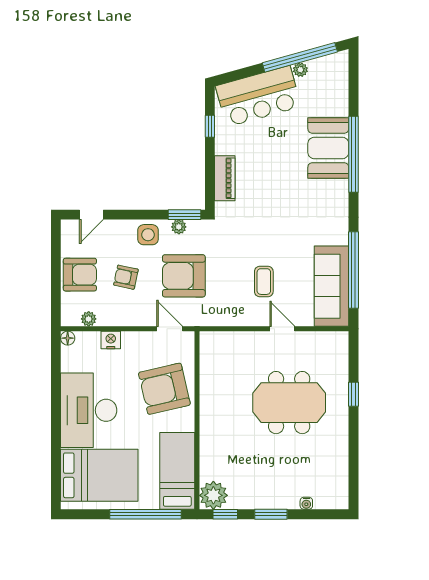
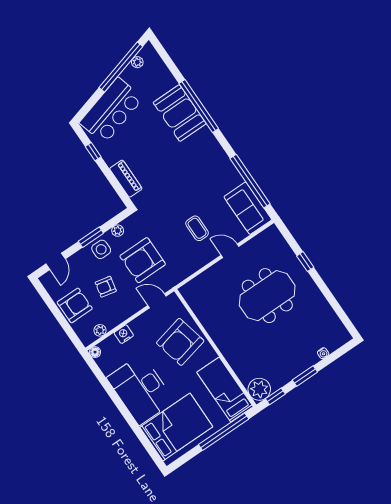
plant: (300, 70) -> (137, 62), moved
window: (185, 215) -> (91, 237), moved
sofa: (332, 286) -> (248, 208), width x0.73

